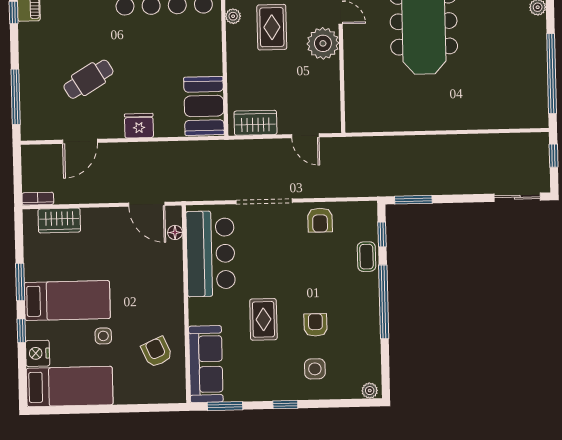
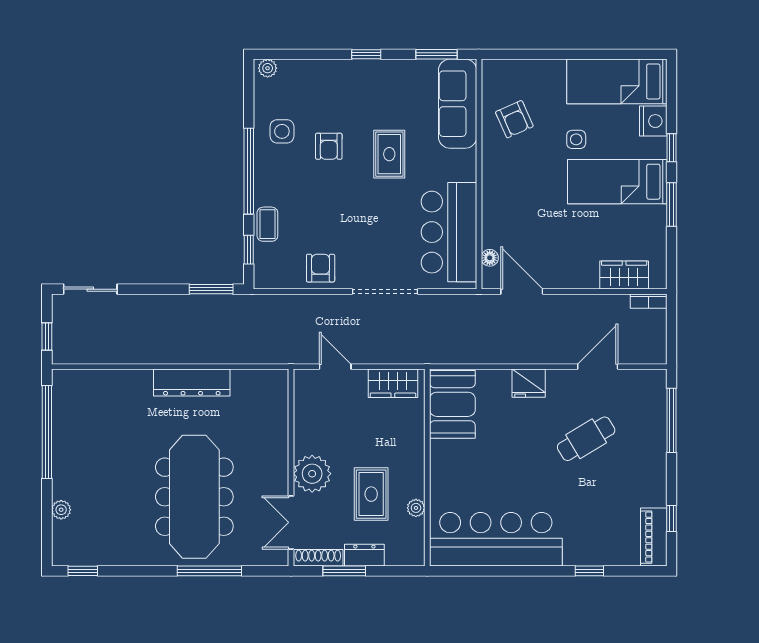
dresser: (428, 119) -> (192, 383), added
side table: (315, 369) -> (282, 131), moved

